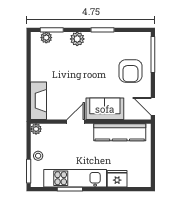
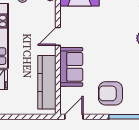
door: (76, 122) -> (58, 36), swing flipped

